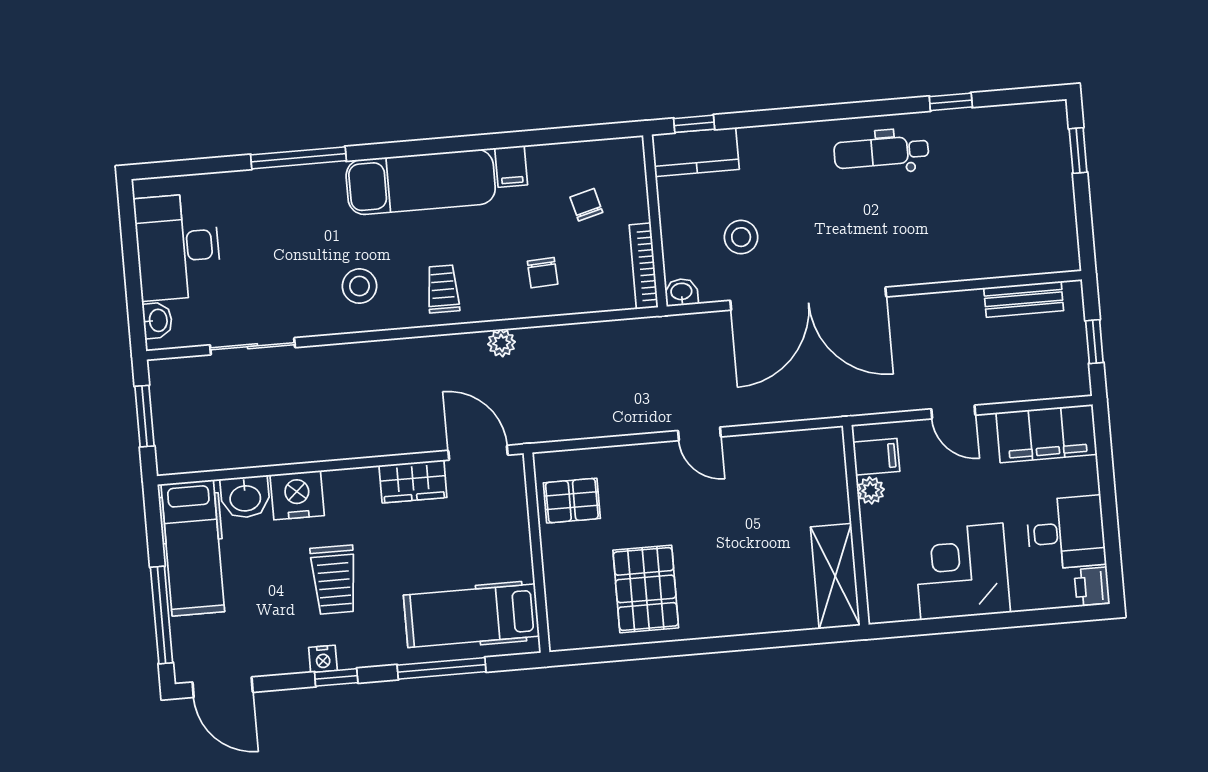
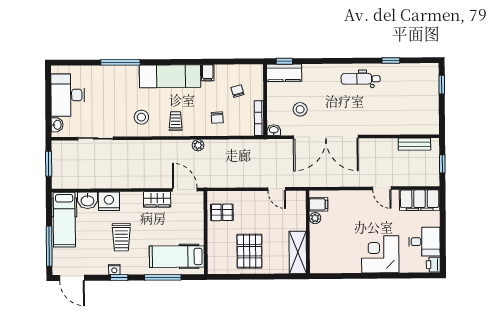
filing cabinet: (876, 457) -> (318, 204), moved
plant: (871, 490) -> (315, 218), moved
wall: (856, 525) -> (308, 232), moved
shelving: (835, 576) -> (298, 252), moved

